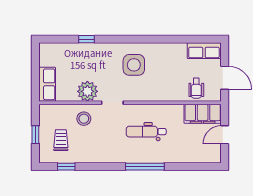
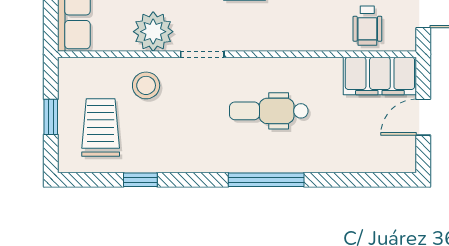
trolley: (61, 140) -> (101, 128), width x1.36, depth x1.39
window: (66, 167) -> (140, 180), moved

